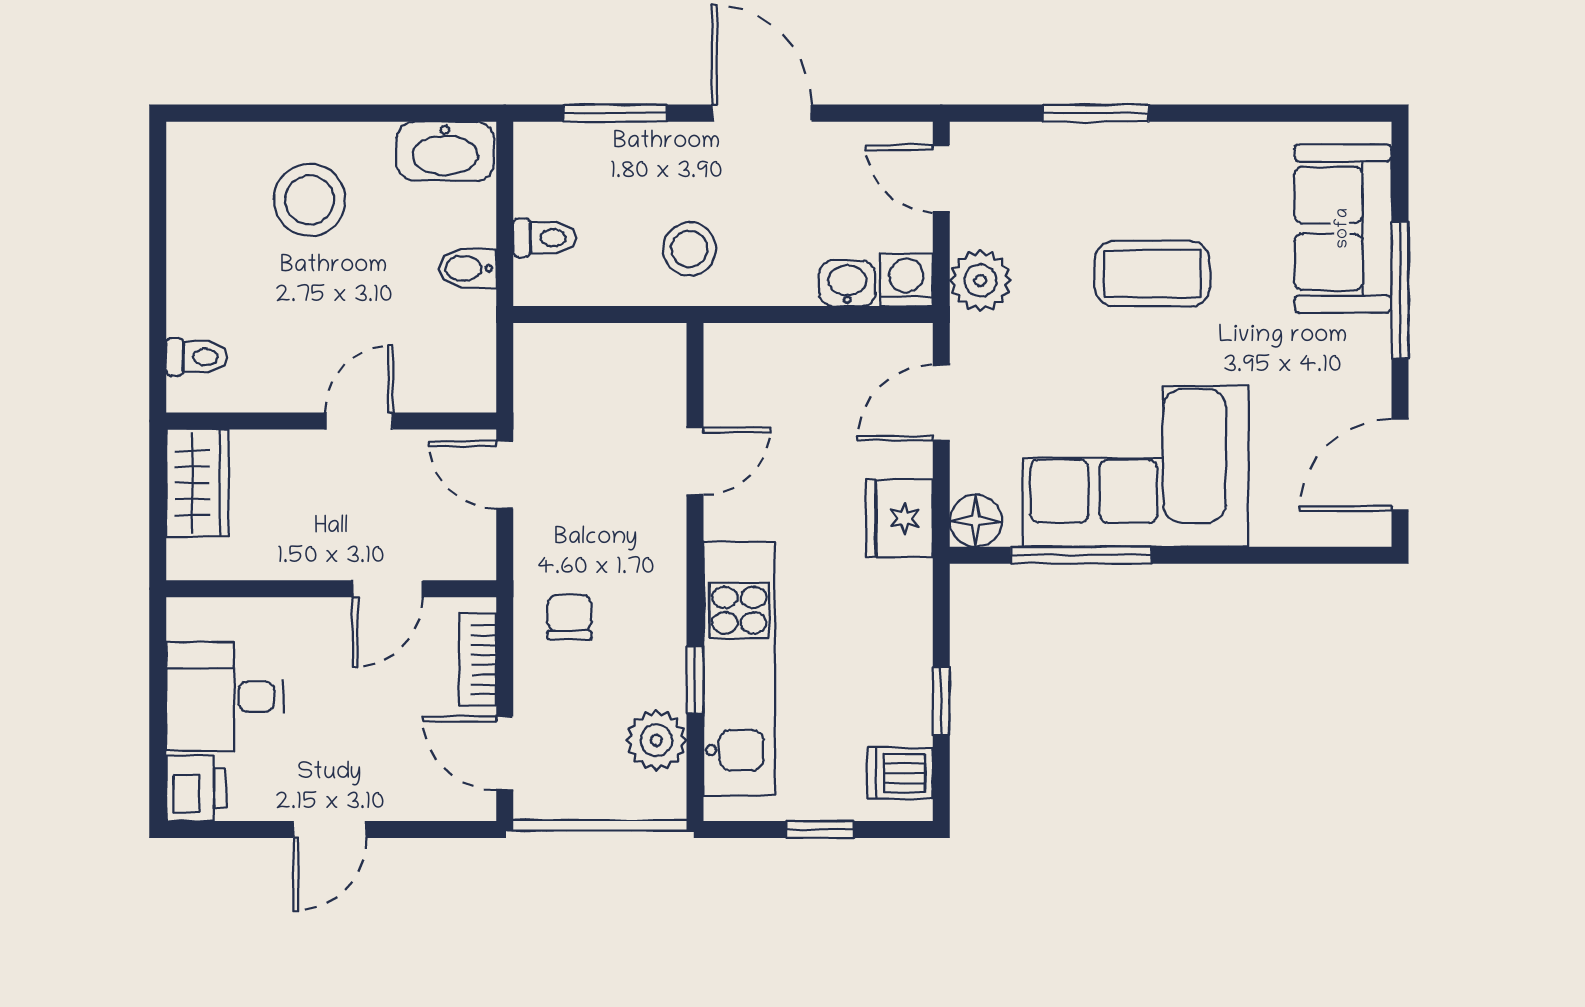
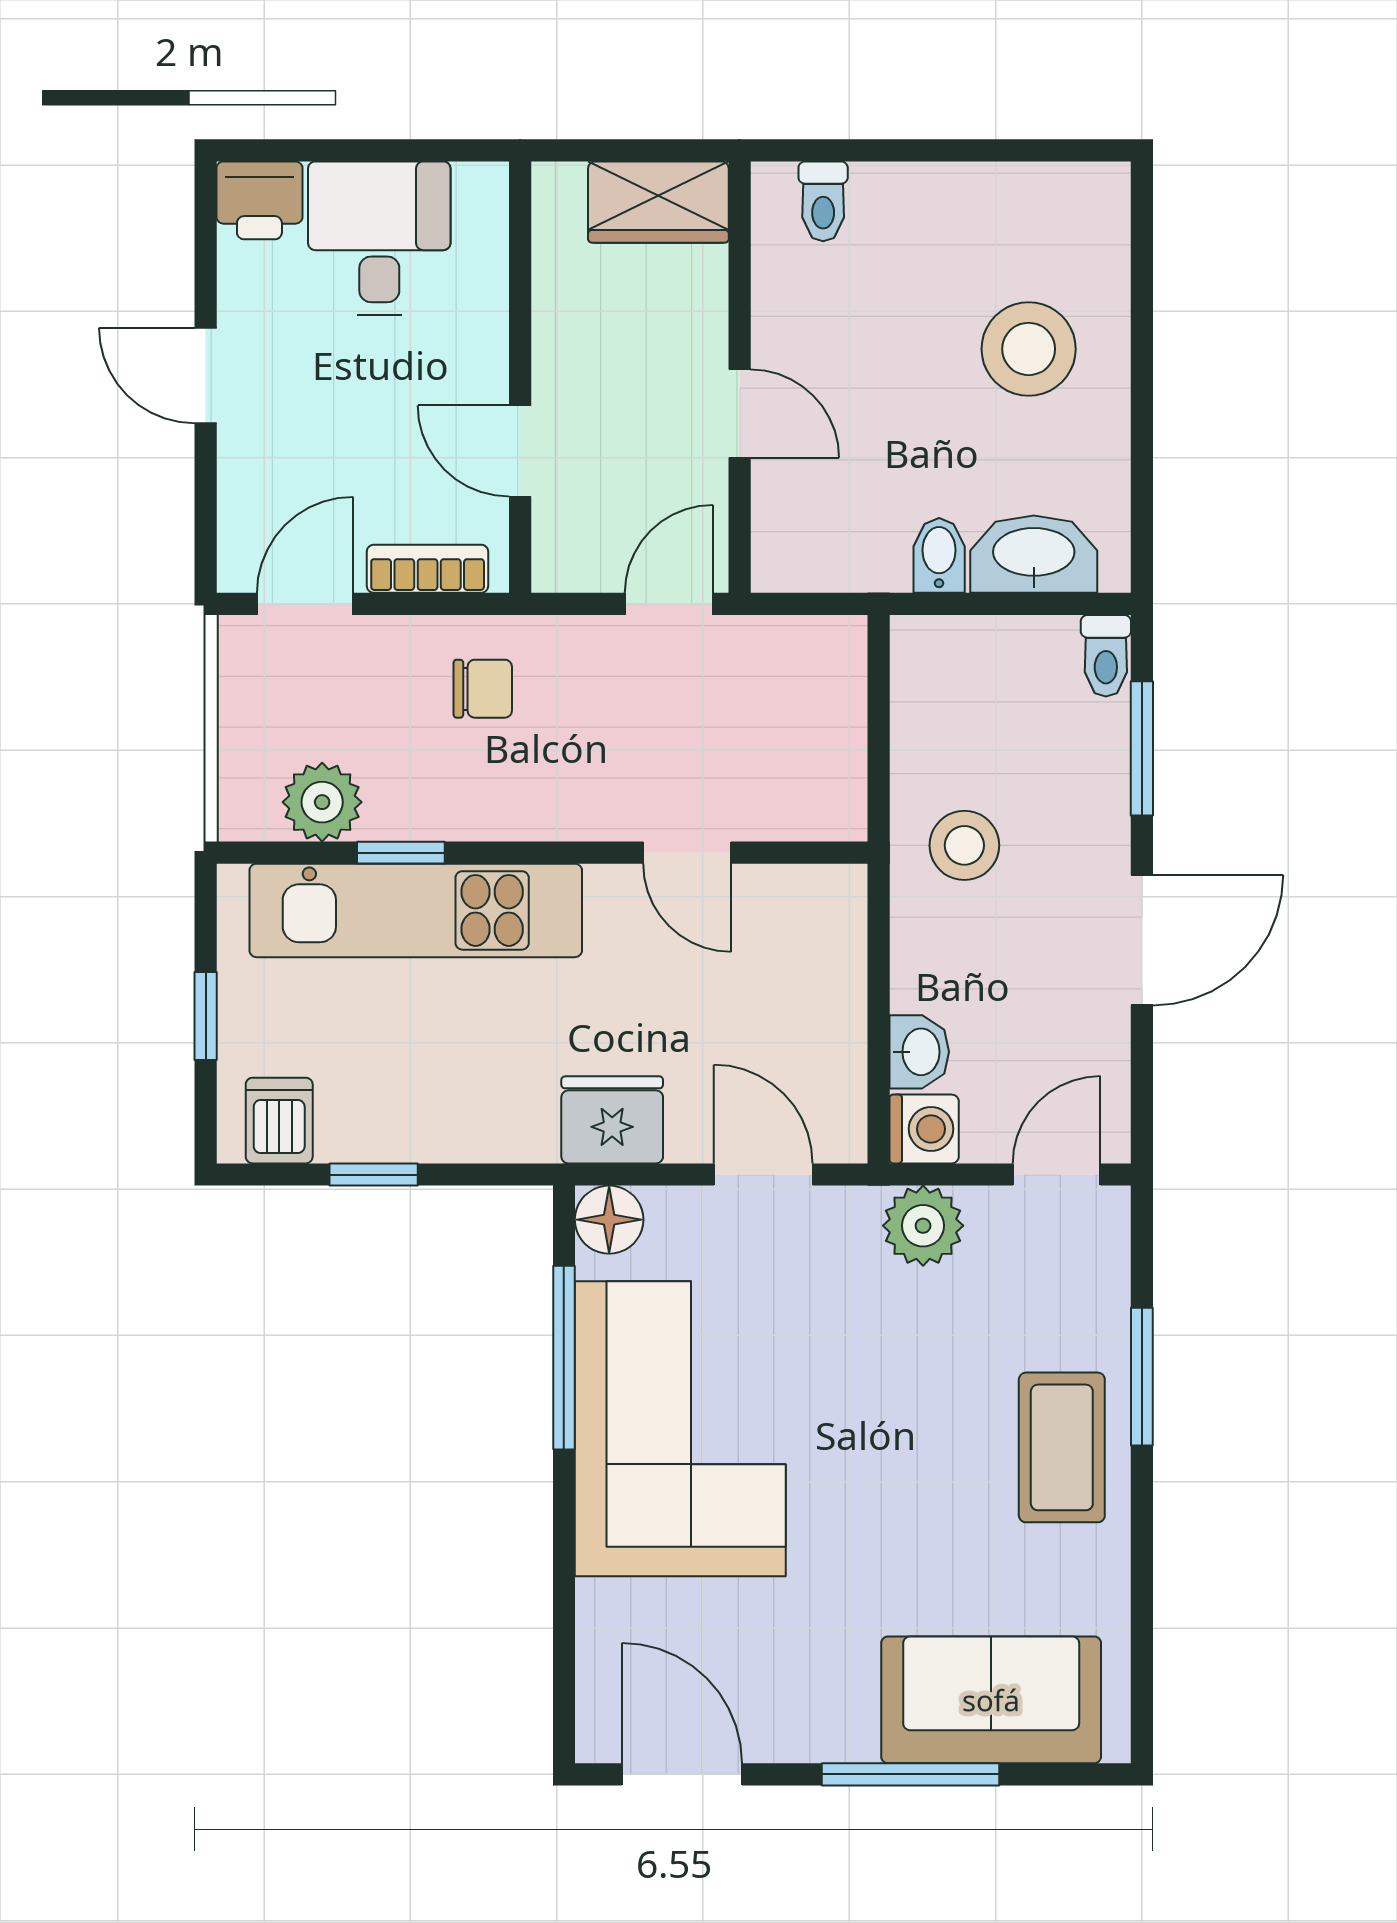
washbasin: (445, 151) -> (1034, 554), moved, turned 90
toilet: (544, 238) -> (1106, 656), moved
coffee table: (1152, 274) -> (1062, 1447), moved

